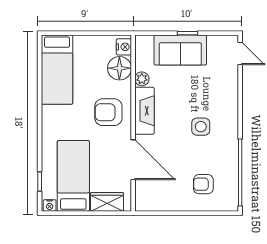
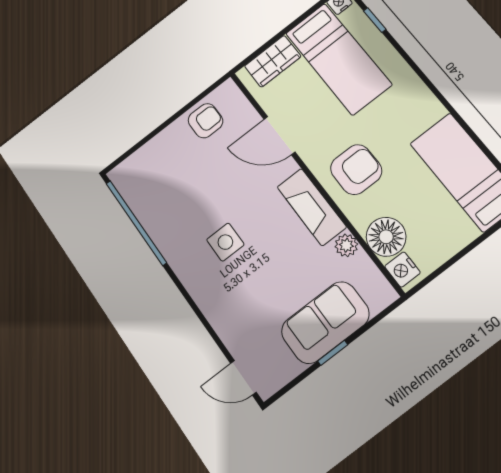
door: (133, 160) -> (279, 136), width x0.73
armchair: (203, 184) -> (206, 121), moved

